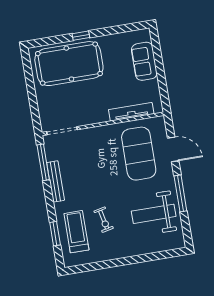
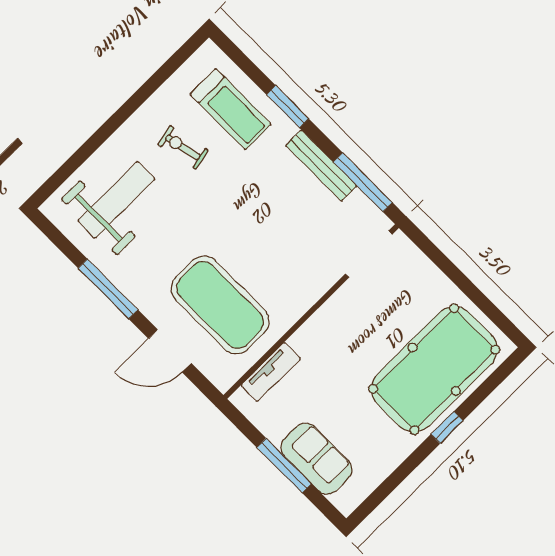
window: (160, 68) -> (284, 466), added
tv unit: (131, 112) -> (271, 372), width x0.71
weight bench: (154, 214) -> (116, 200), moved
exercise bike: (104, 220) -> (183, 147), moved
window: (55, 234) -> (288, 107), moved

